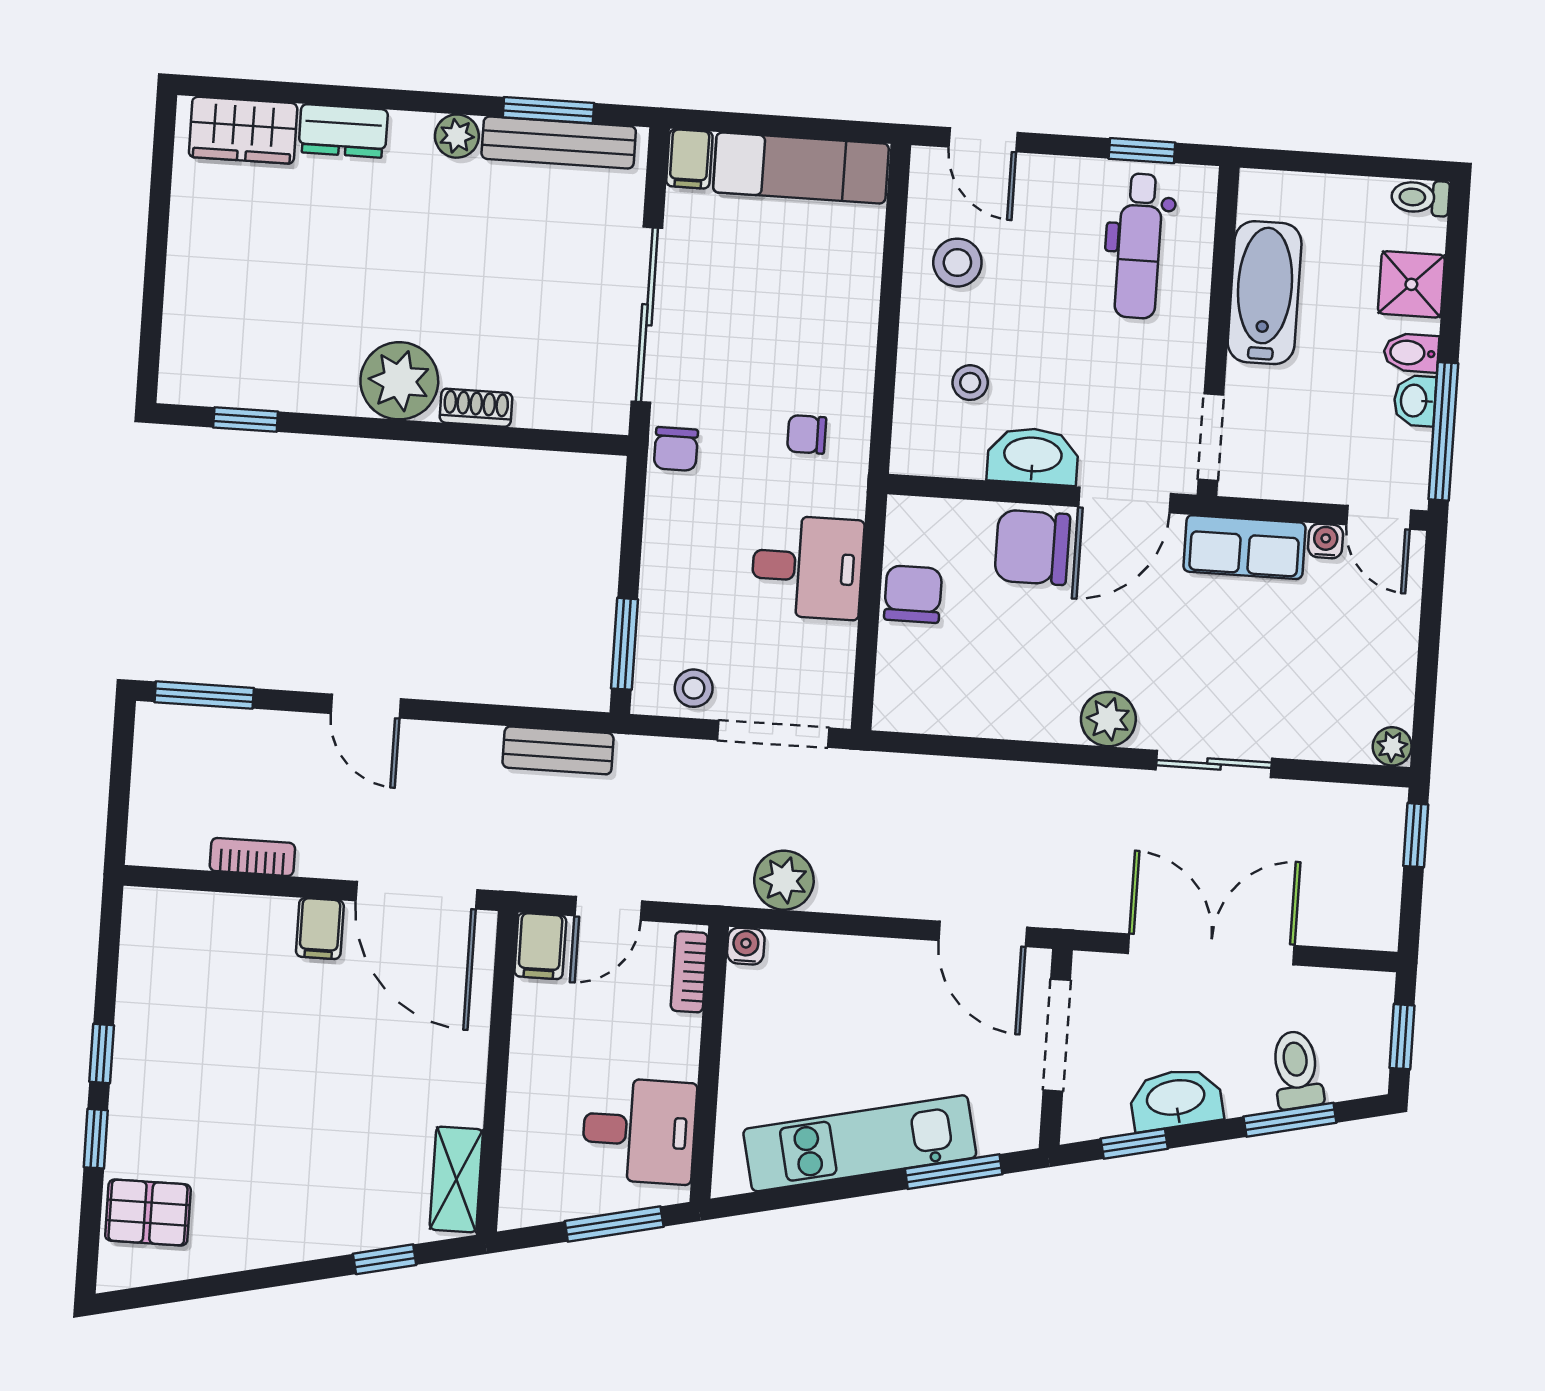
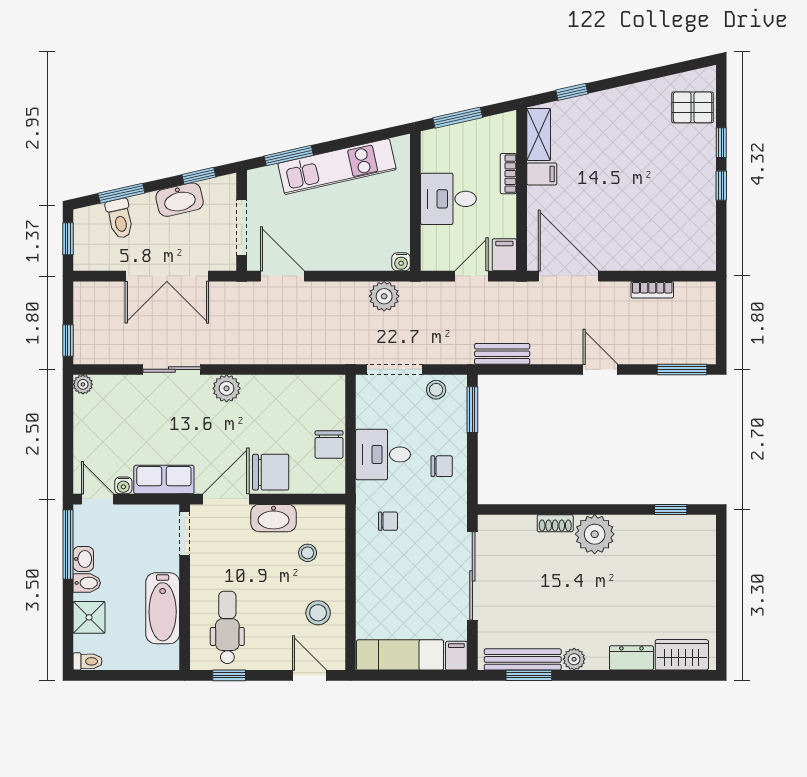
chair: (676, 449) -> (442, 466), moved, turned 90
filing cabinet: (320, 929) -> (542, 174), moved, turned 90
bookcase: (689, 972) -> (508, 174), moved, turned 180
desk: (639, 1131) -> (448, 199), moved

